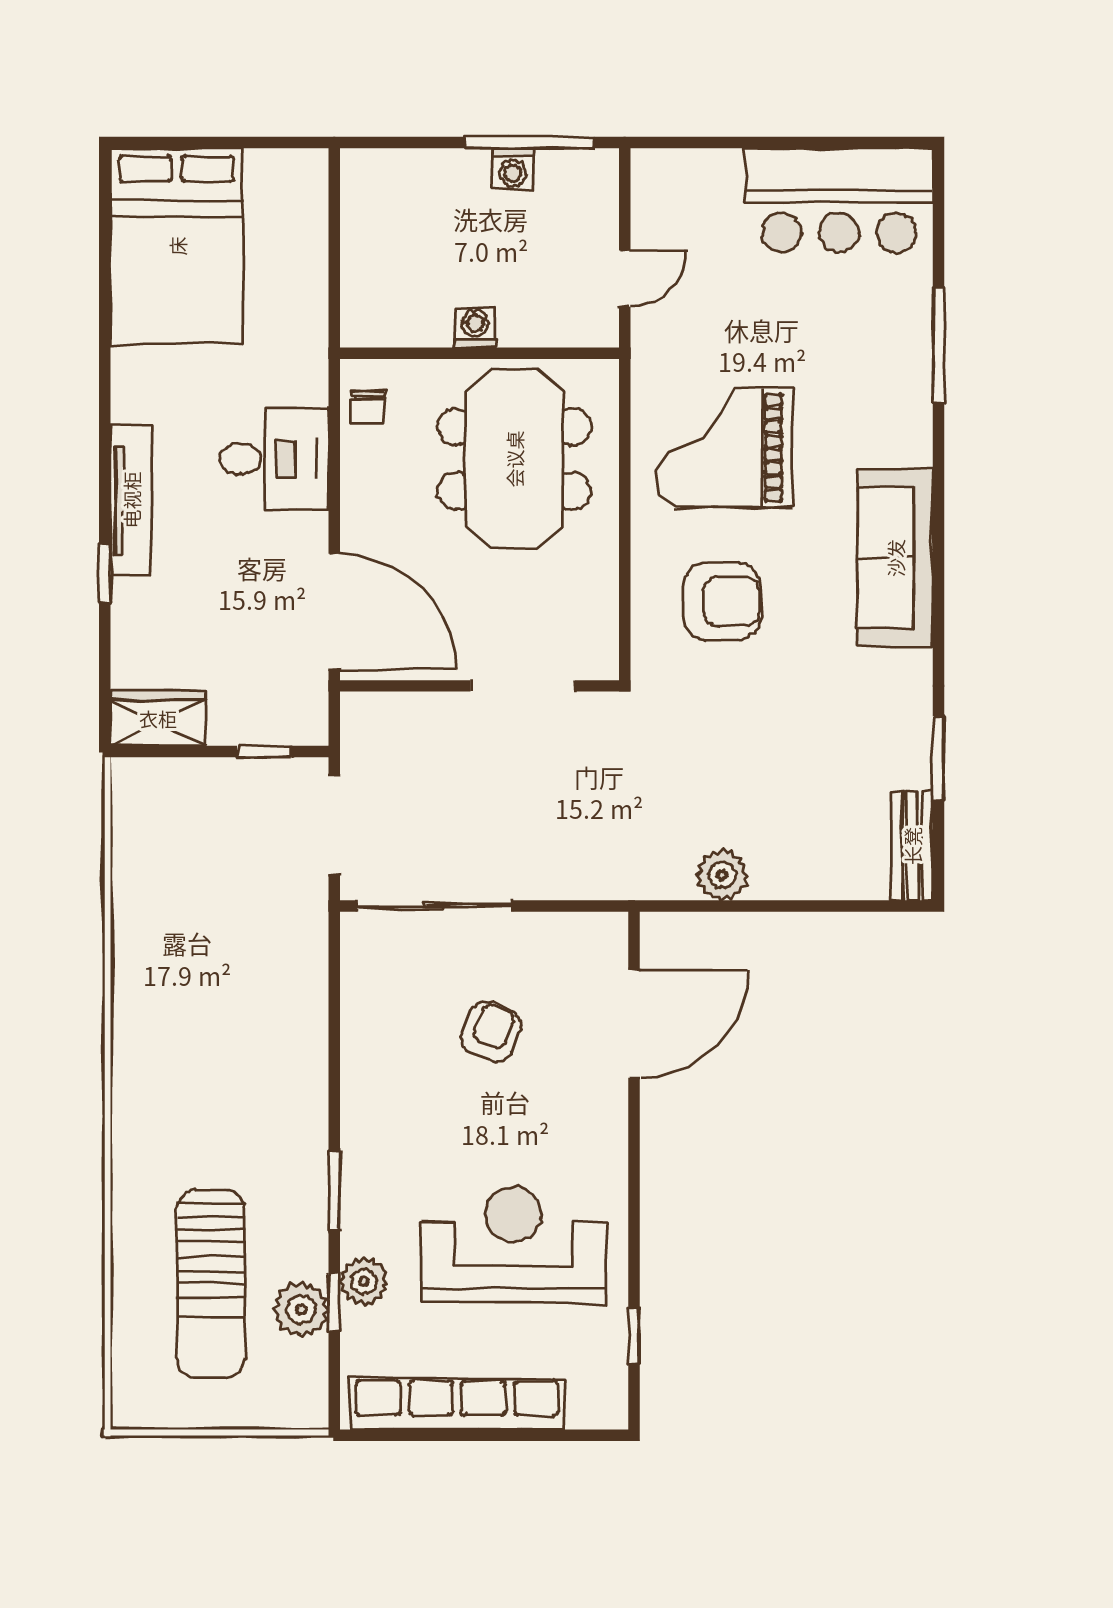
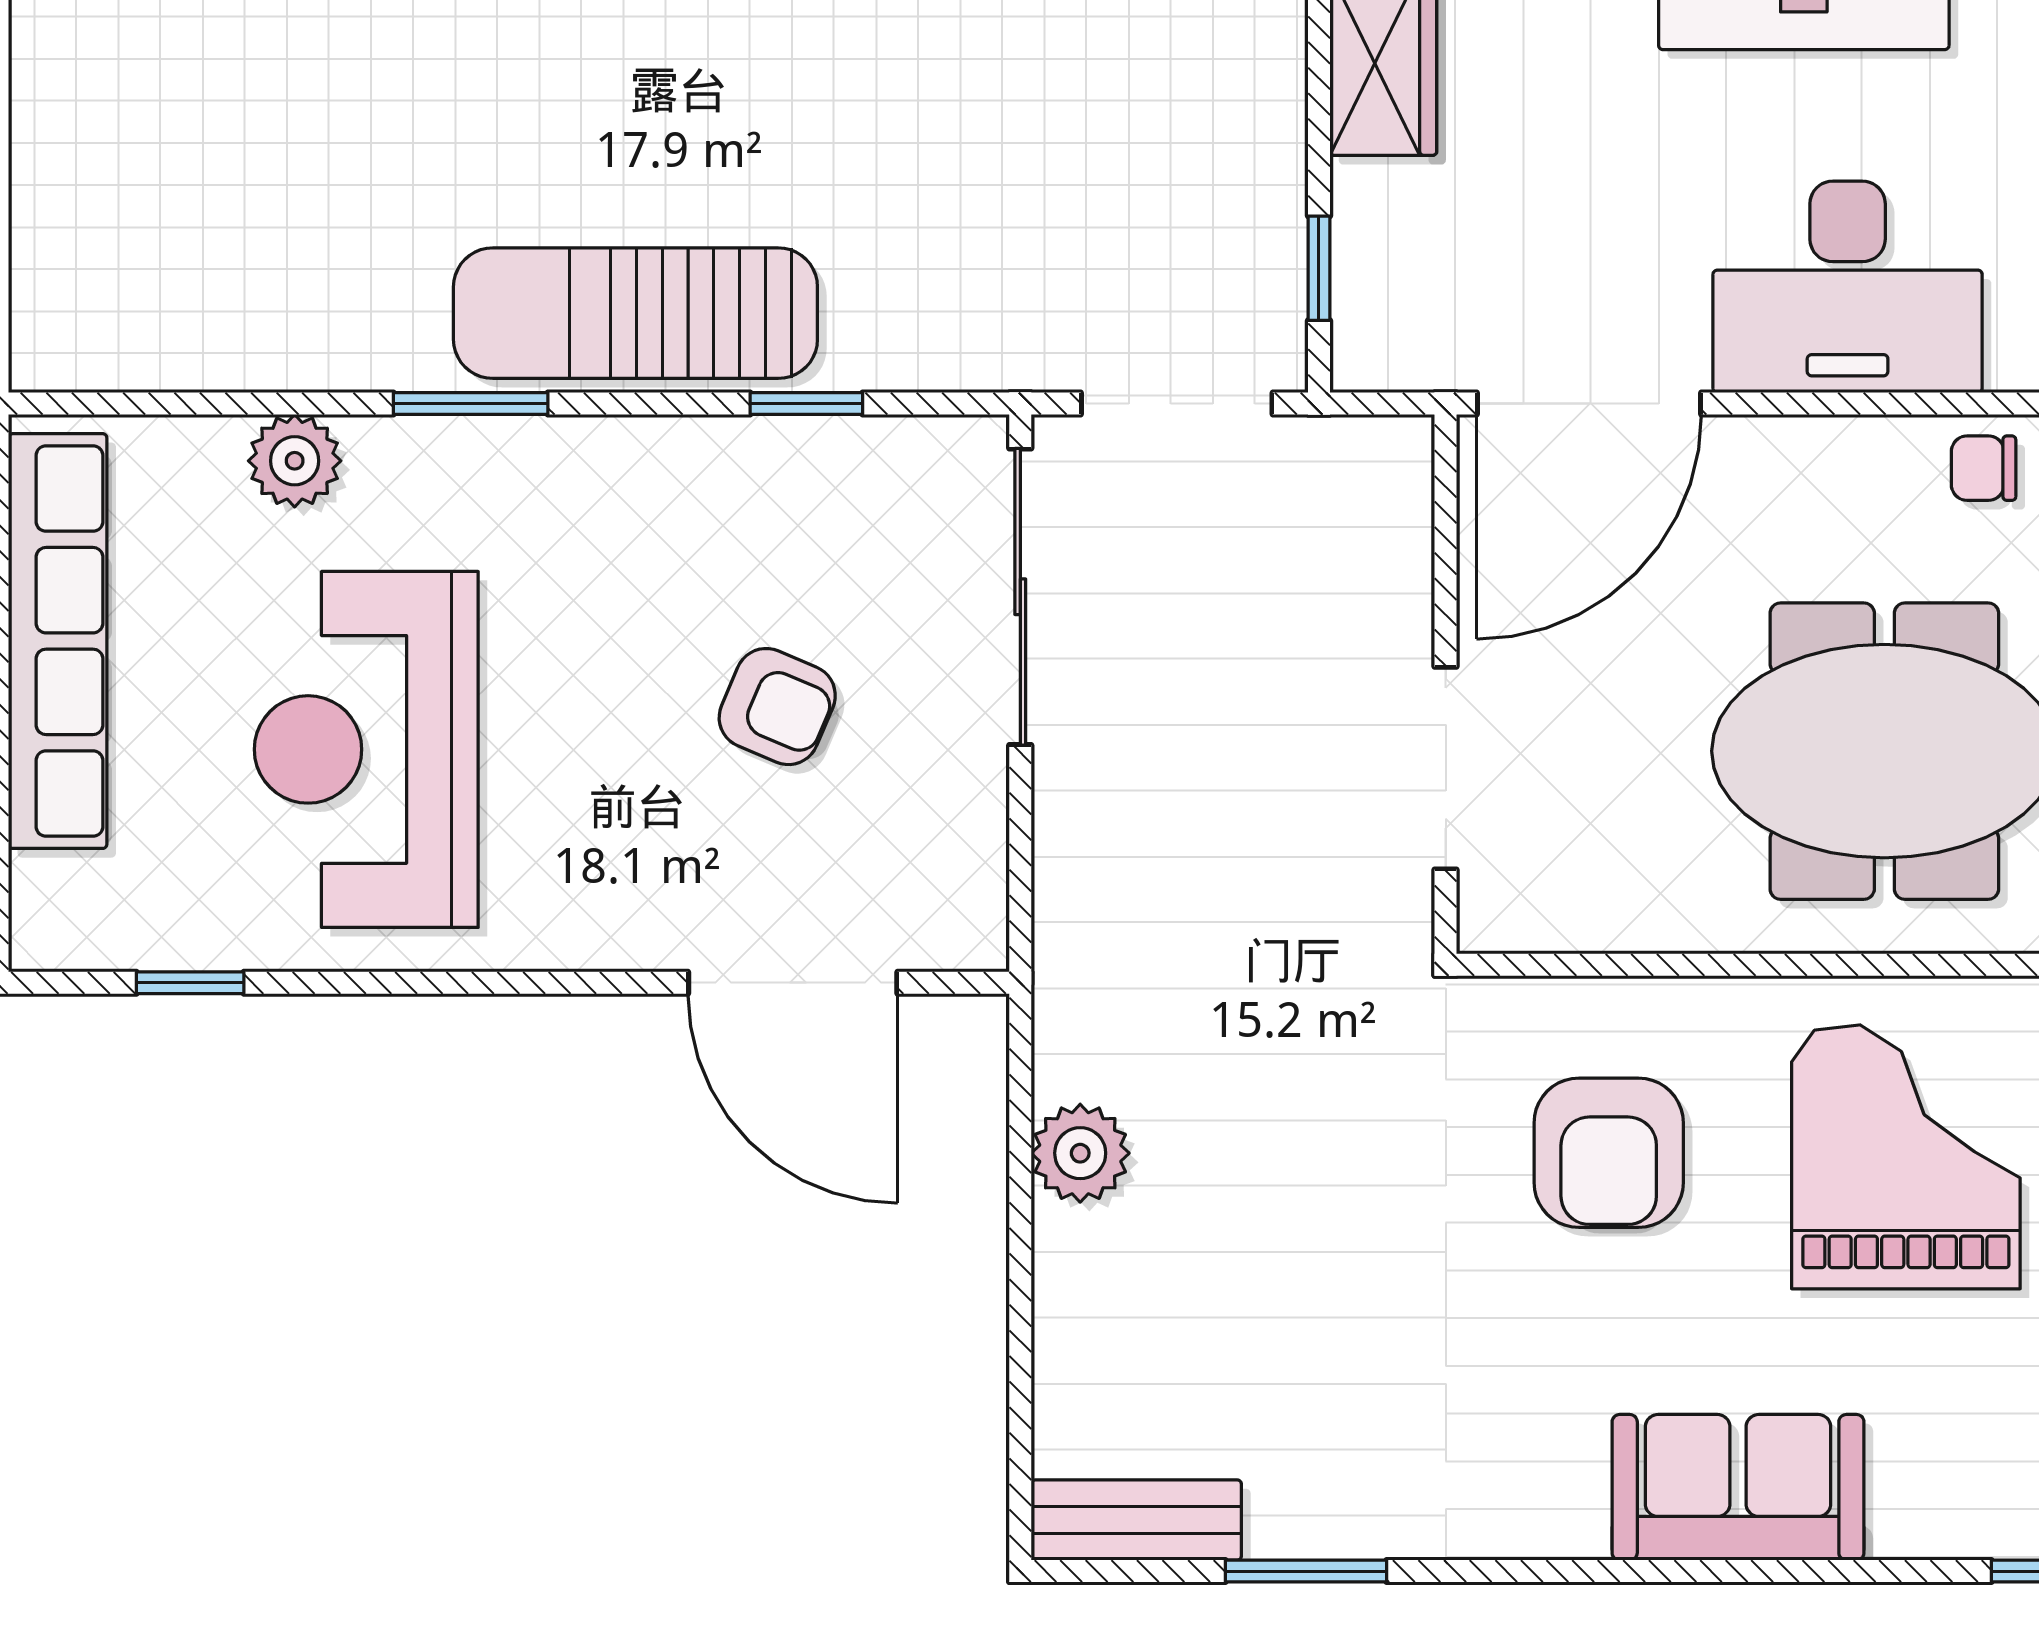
desk: (274, 459) -> (1848, 287), width x1.37
sofa: (895, 558) -> (1738, 1487), width x0.73
reception desk: (513, 1245) -> (366, 749), turned 180
sun lounger: (211, 1284) -> (635, 313), moved
window: (334, 1302) -> (806, 404), moved
plant: (301, 1309) -> (241, 340), removed

